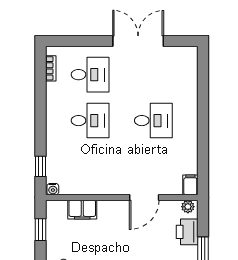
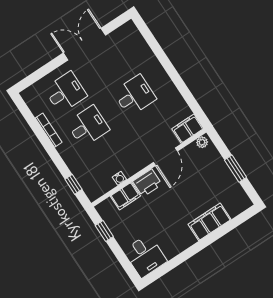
bookcase: (51, 68) -> (49, 130), moved, width x1.56
filing cabinet: (190, 185) -> (188, 129), width x2.00
water cooler: (53, 189) -> (119, 178), moved
printer: (187, 232) -> (147, 183), moved, turned -90

